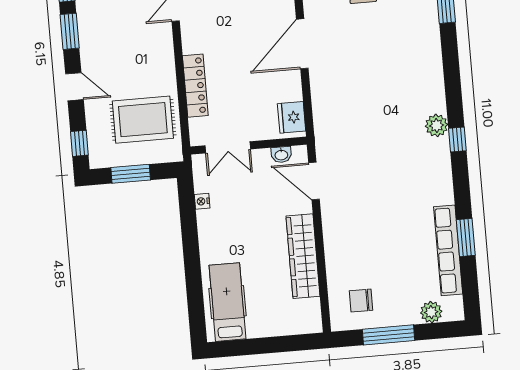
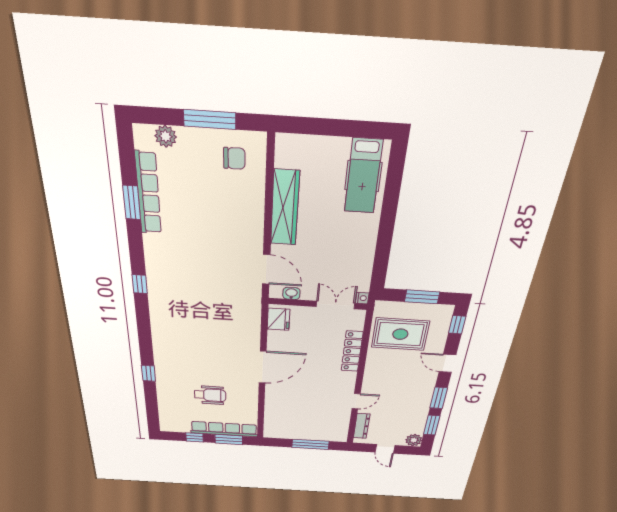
plant: (437, 125) -> (157, 297), removed
nightstand: (202, 201) -> (362, 298), moved

